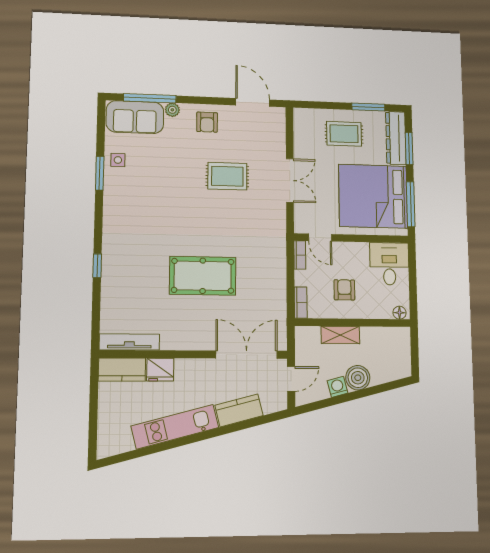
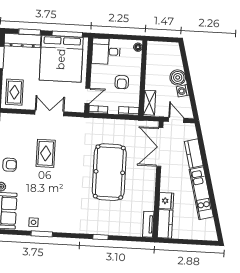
rug: (344, 134) -> (14, 92), moved
pool table: (203, 276) -> (109, 172), width x1.36, depth x1.32
armchair: (344, 290) -> (122, 82), turned -90
shelving: (340, 335) -> (150, 103), moved
tv unit: (129, 342) -> (148, 224), width x0.71

